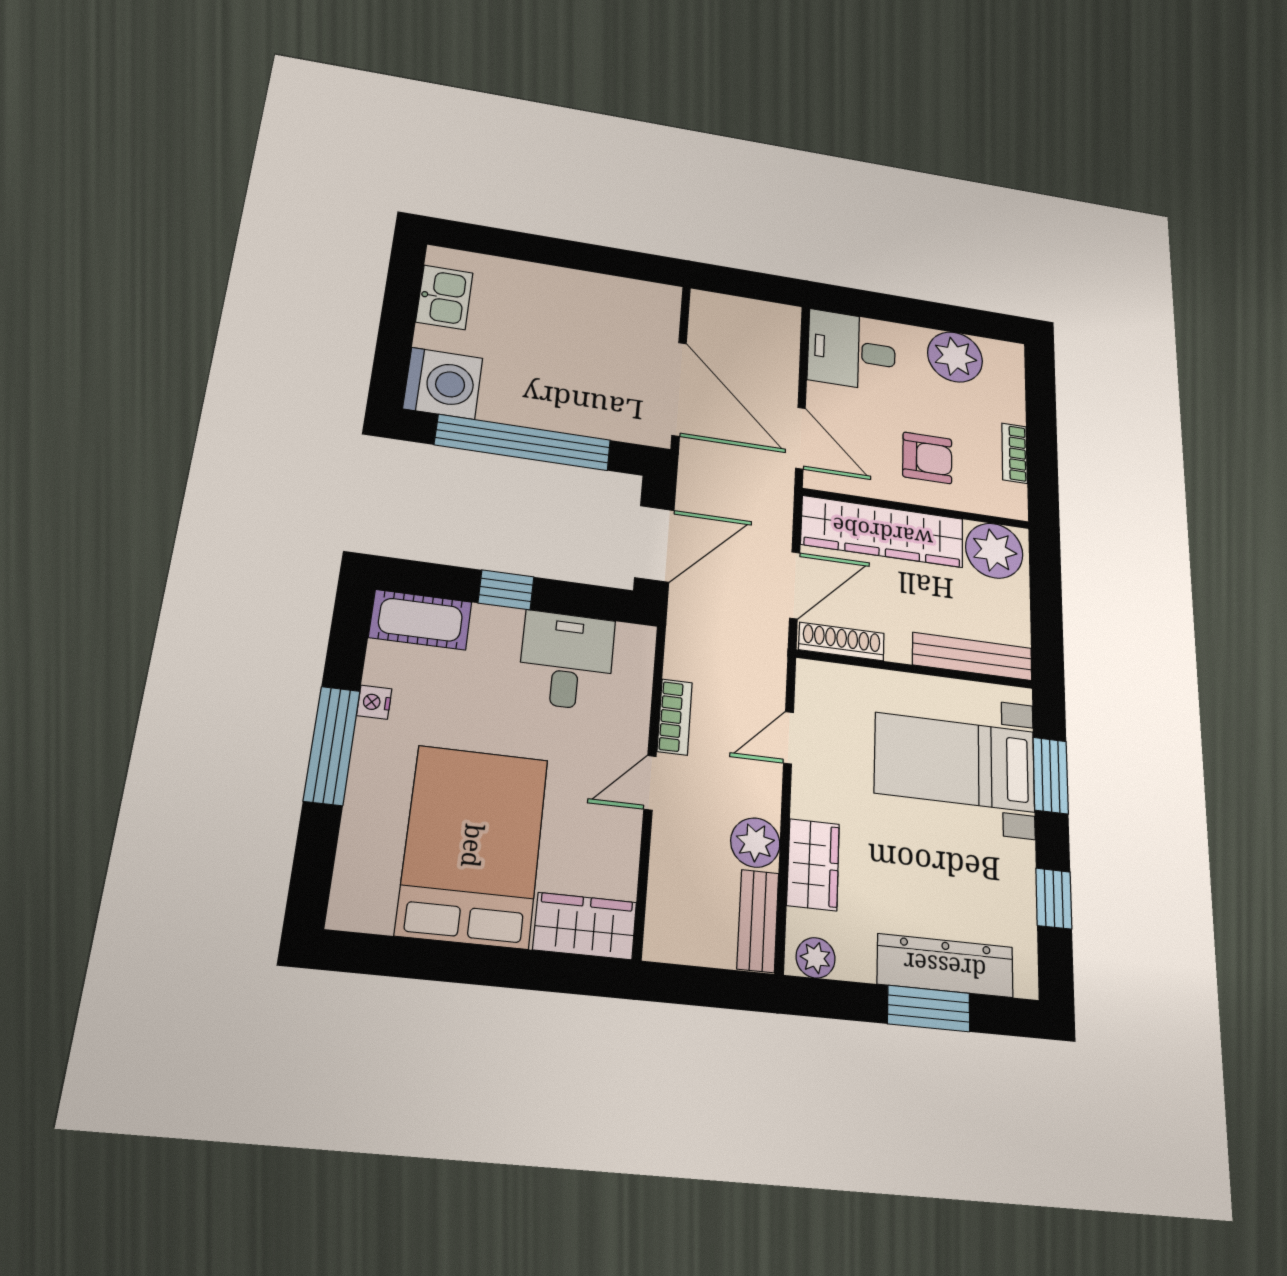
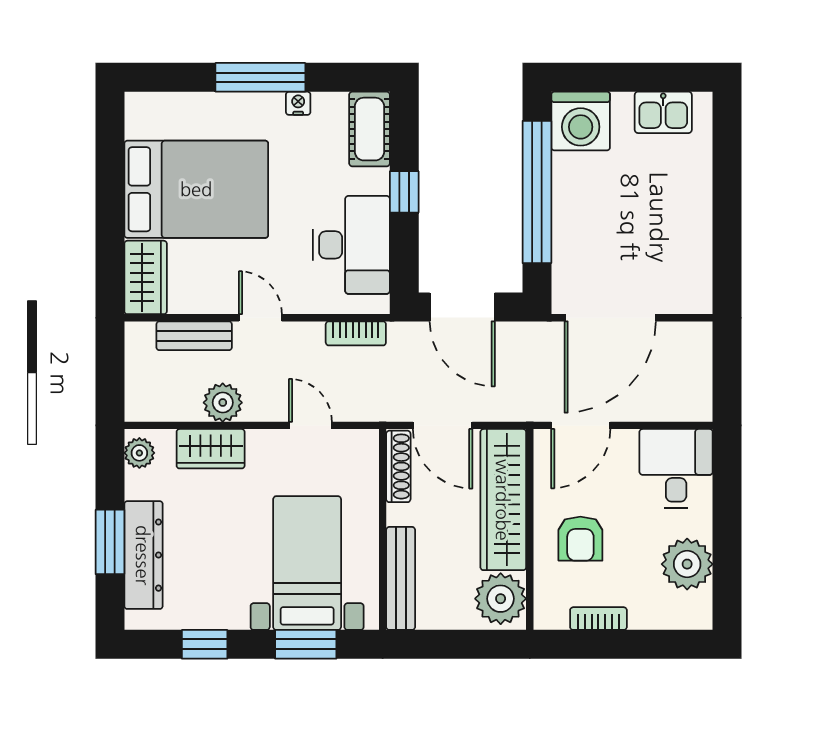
desk: (567, 661) -> (351, 245), width x1.37
bookcase: (675, 717) -> (356, 333), moved
bench: (758, 921) -> (194, 336), moved

